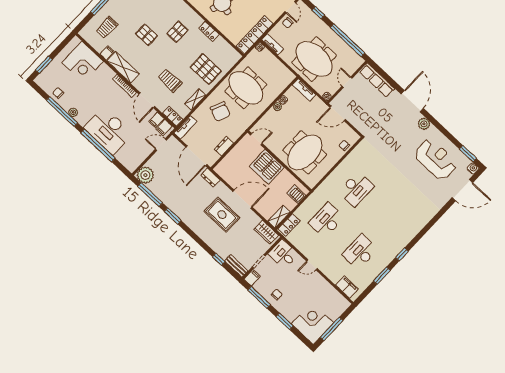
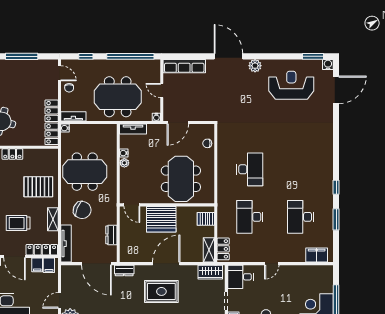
locker: (173, 116) -> (42, 250), width x1.53
tv unit: (185, 127) -> (66, 244), width x1.41
door: (256, 139) -> (132, 205), swing flipped
door: (161, 145) -> (59, 300), moved

